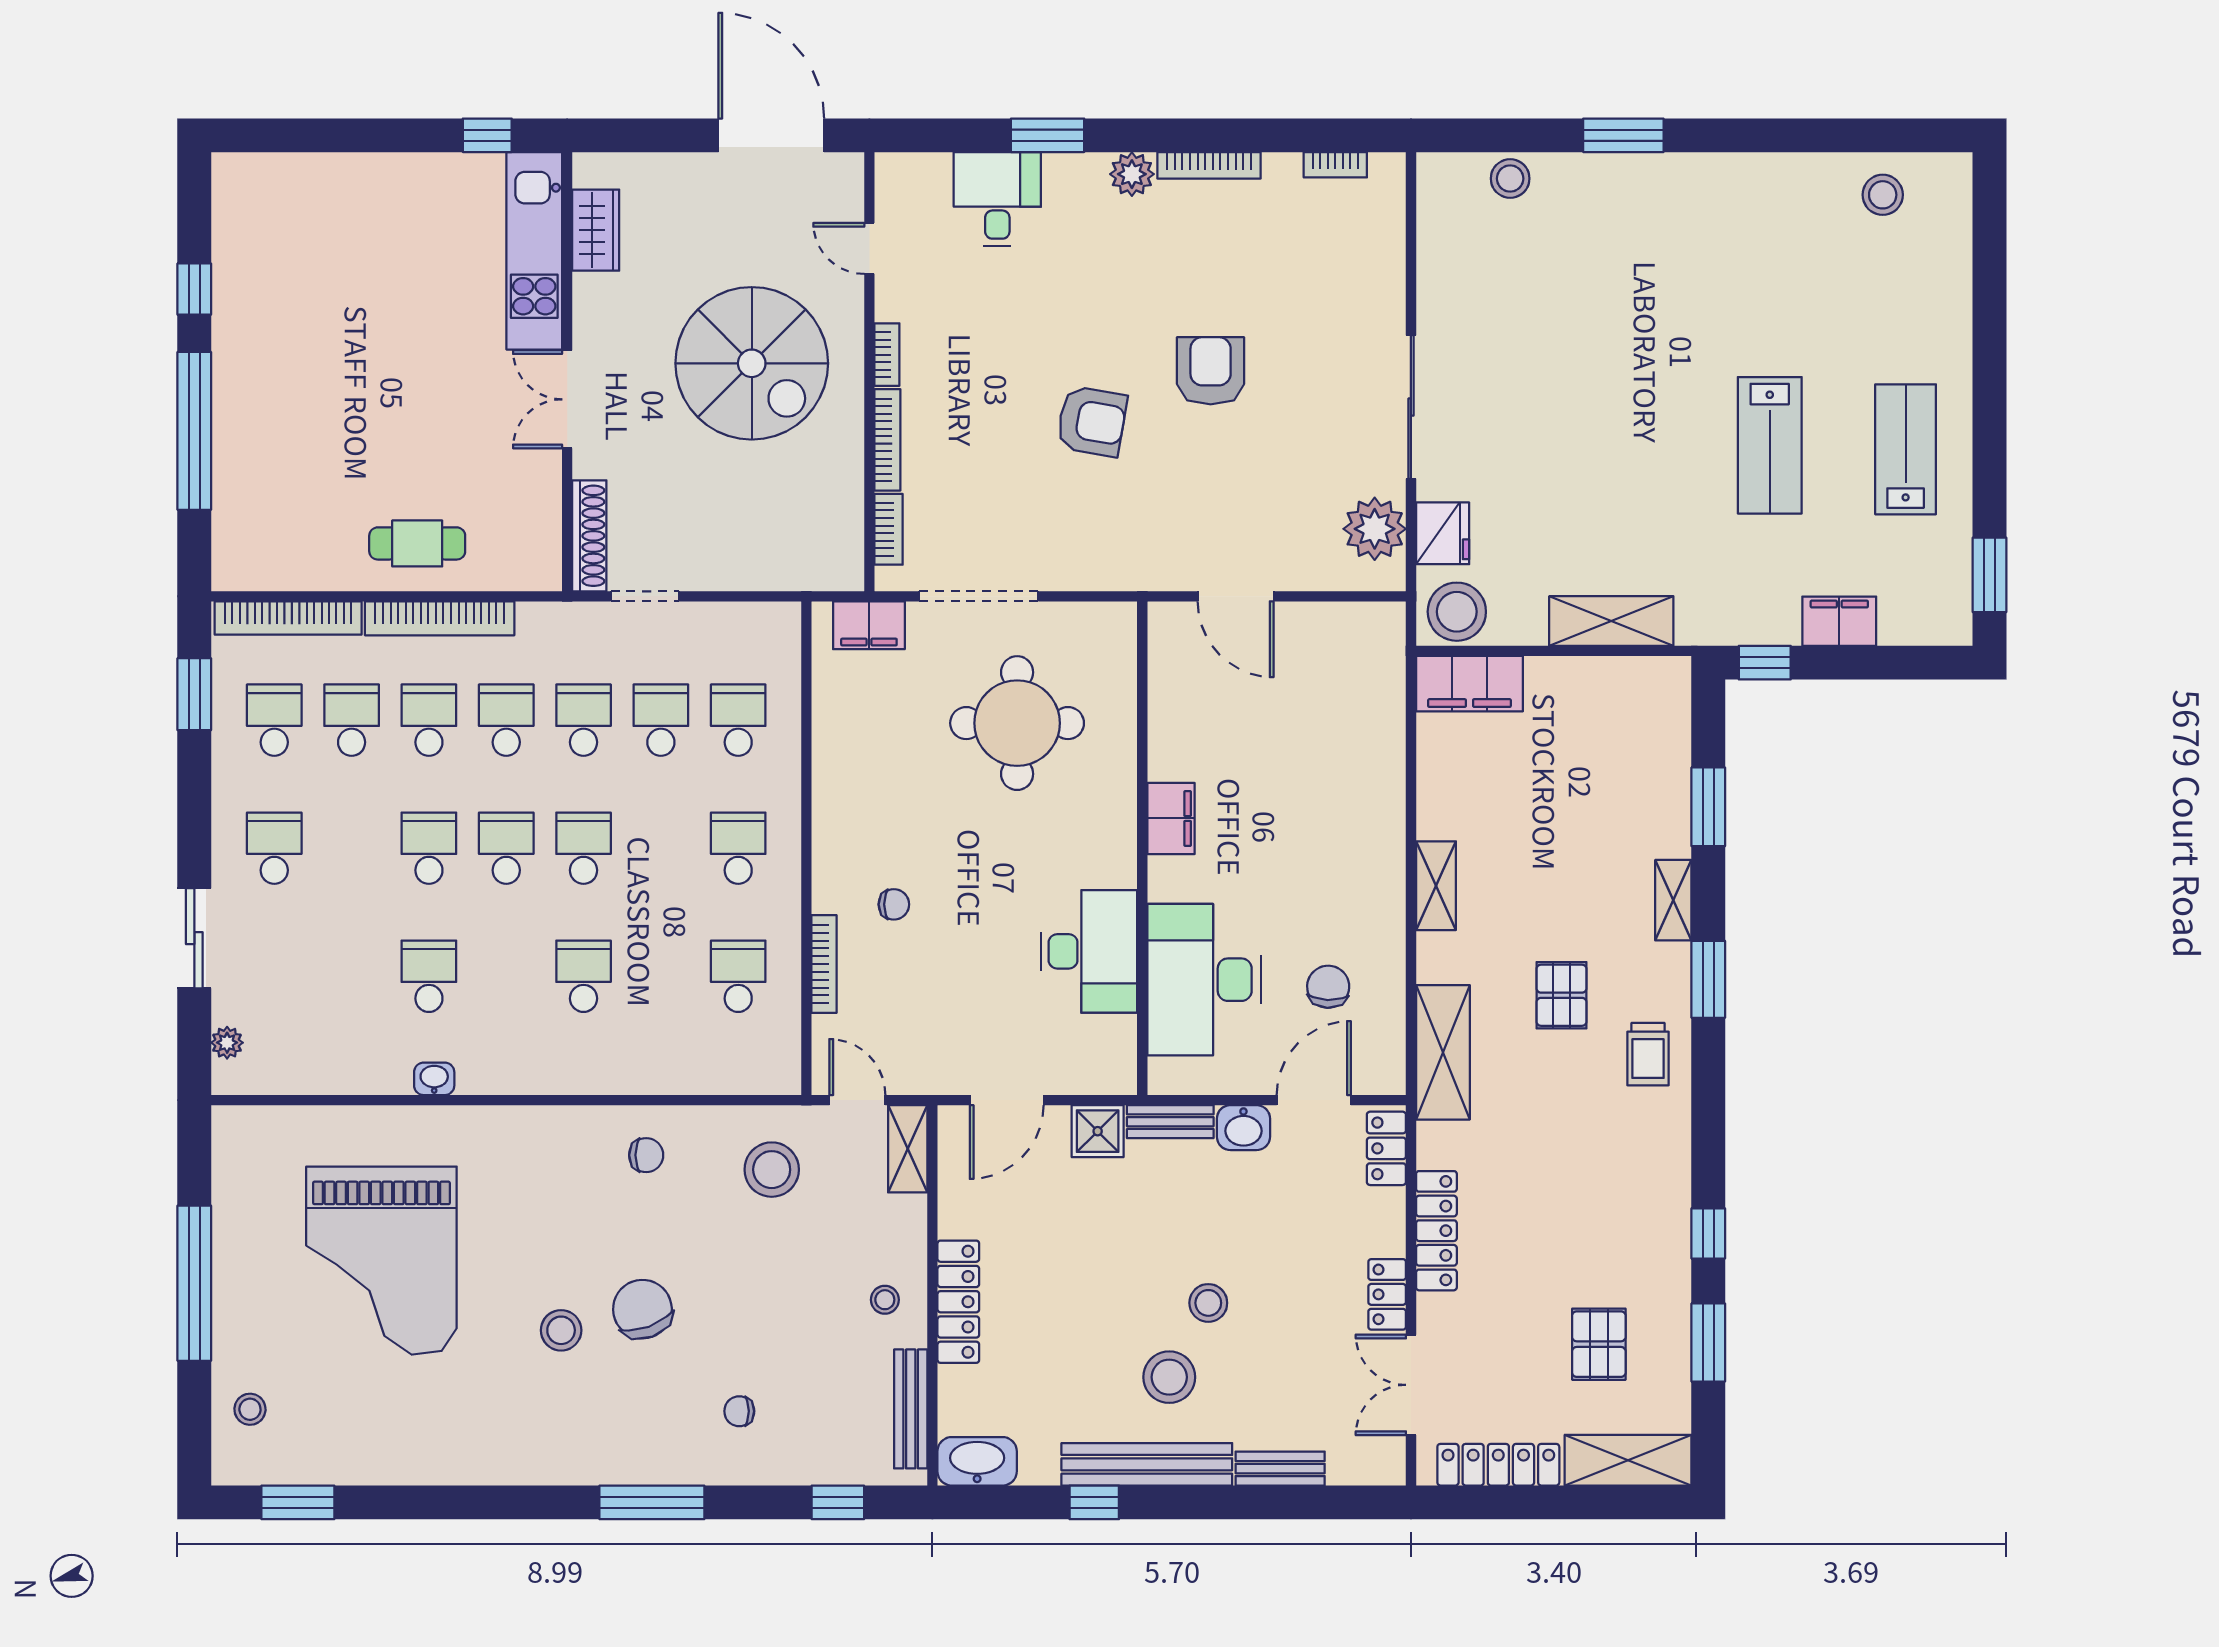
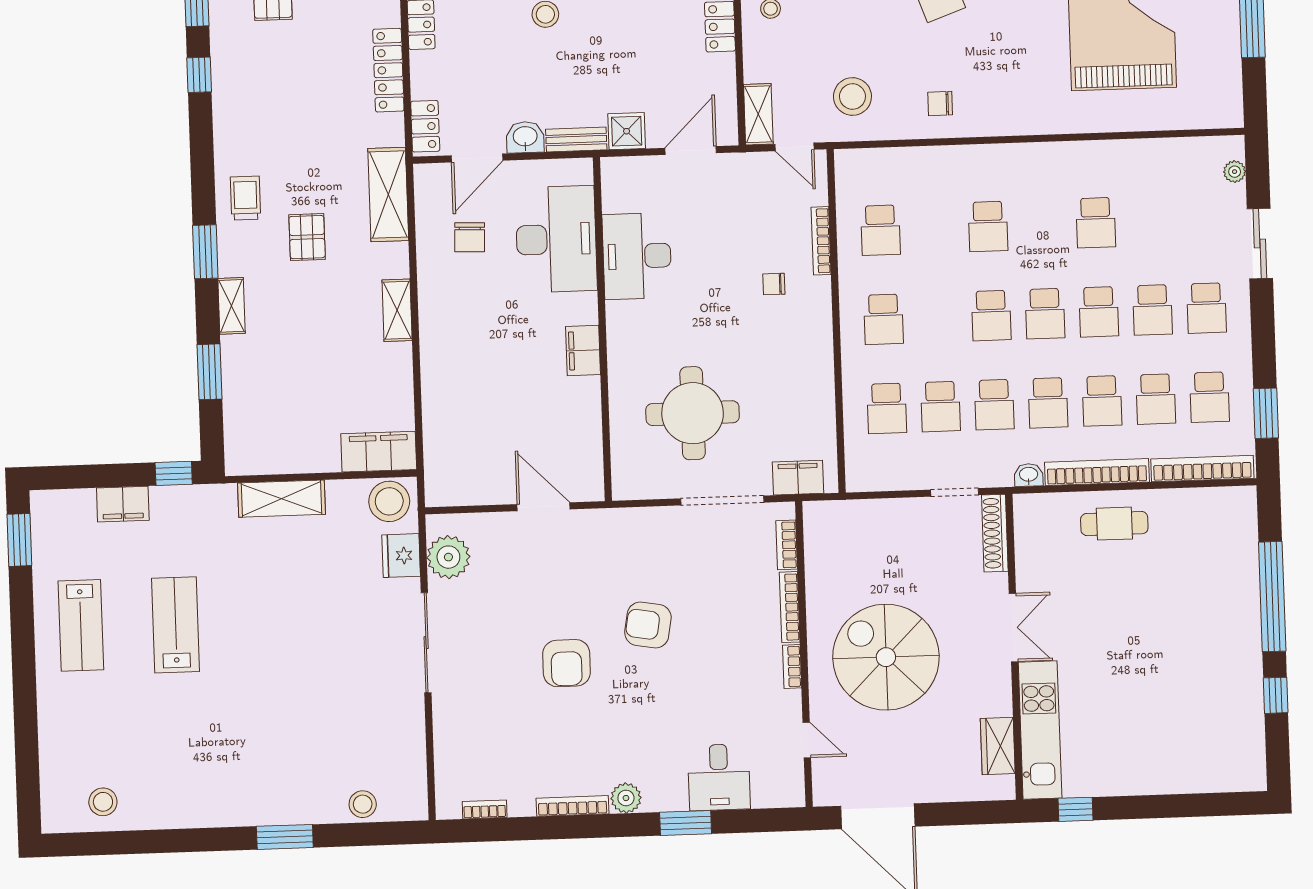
school desk: (352, 848) -> (1153, 310), added
washbasin: (434, 1079) -> (1029, 475), moved, turned 180

